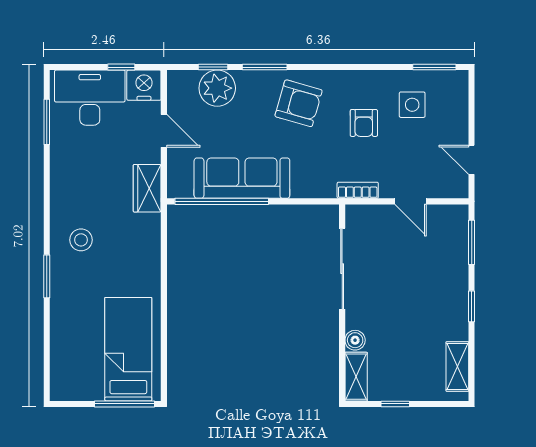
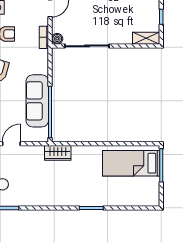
wardrobe: (147, 188) -> (58, 153), moved
stool: (81, 240) -> (71, 189), removed
boiler: (355, 340) -> (57, 39), moved

